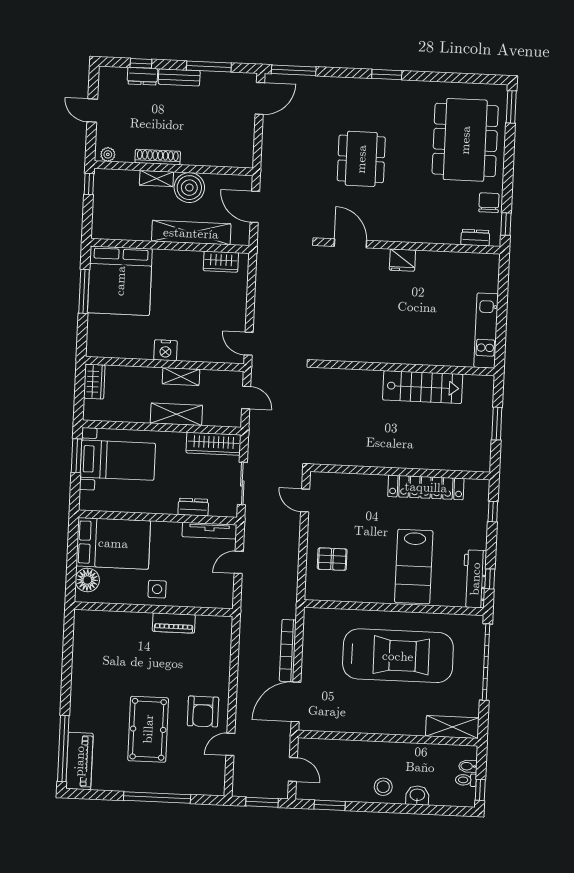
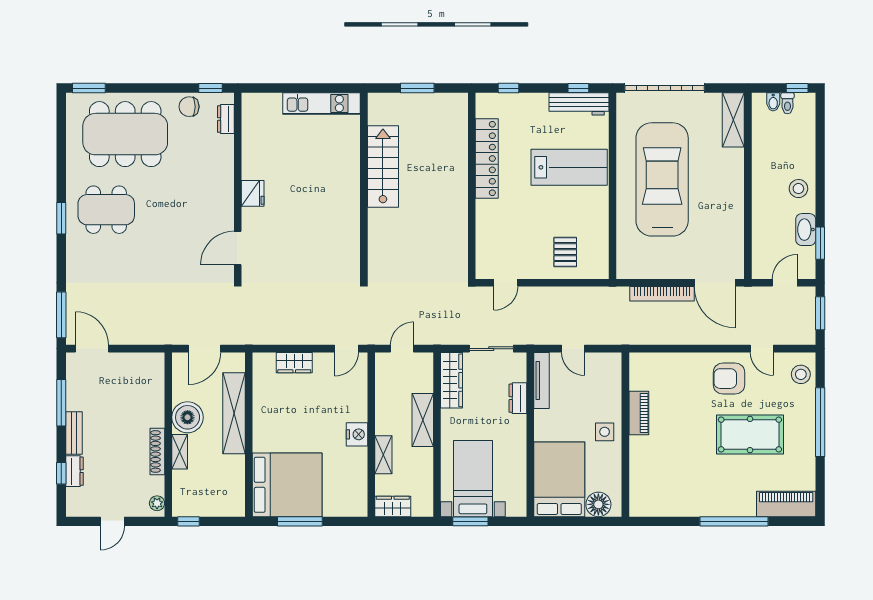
dining table: (361, 159) -> (106, 210), moved
wardrobe: (221, 262) -> (294, 363), moved, turned 90
shelving: (181, 377) -> (383, 455), moved
armchair: (203, 711) -> (729, 379), turned 180
window: (63, 748) -> (734, 521), moved
stool: (204, 781) -> (801, 374), added
washbasin: (417, 795) -> (806, 230), moved, width x1.38

